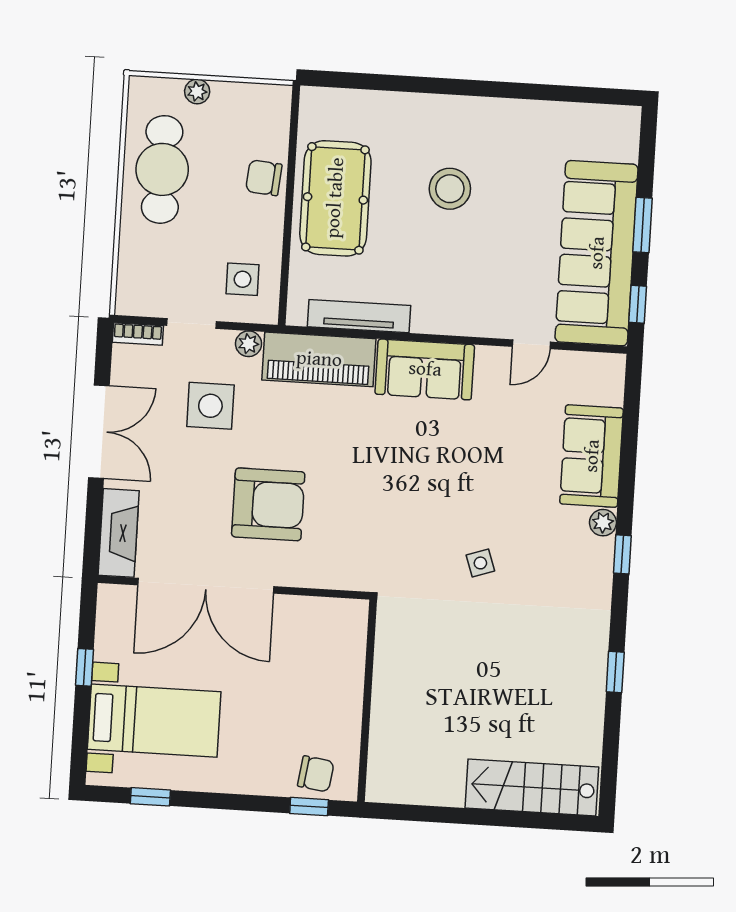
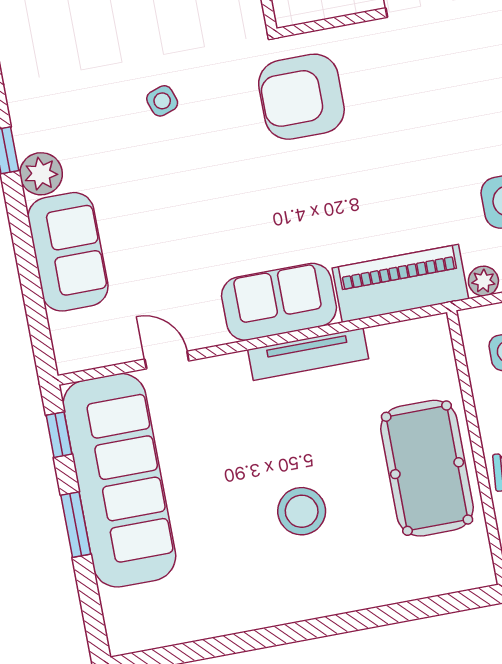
tv unit: (359, 316) -> (308, 354), moved
door: (531, 344) -> (167, 360), hinge flipped
armchair: (268, 504) -> (301, 97), moved
plant: (603, 523) -> (41, 174), width x1.38, depth x1.38

